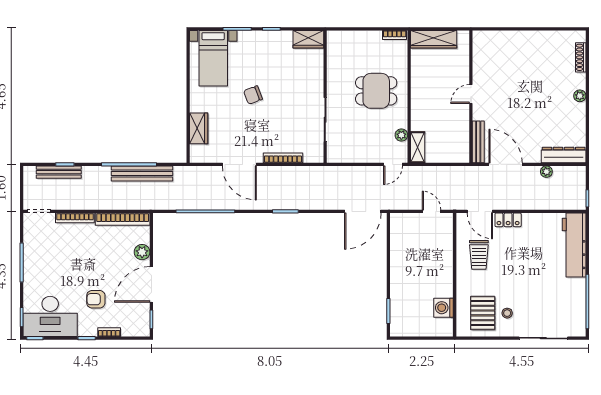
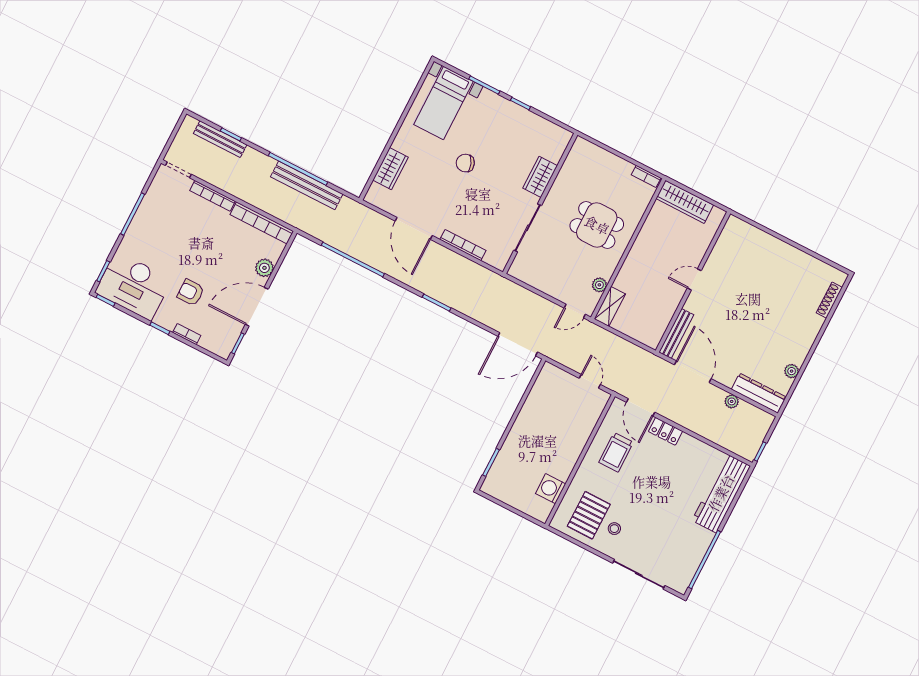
wardrobe: (308, 39) -> (540, 177), moved, turned 90
plant: (580, 96) -> (792, 371), moved

